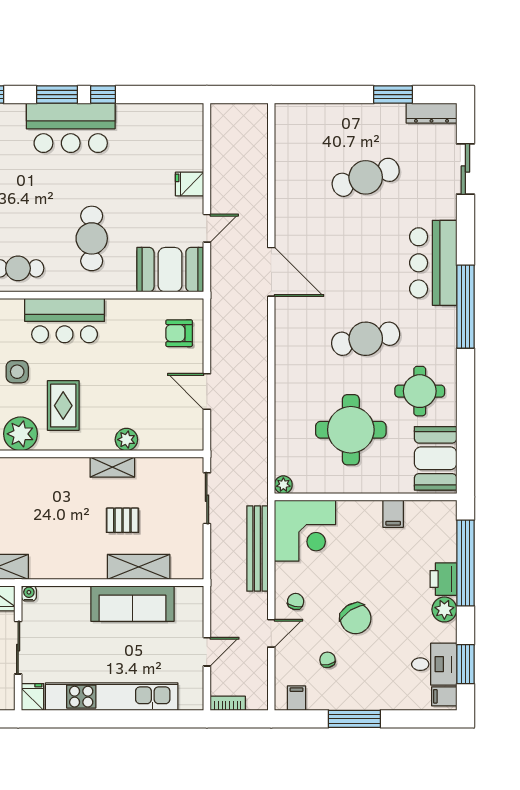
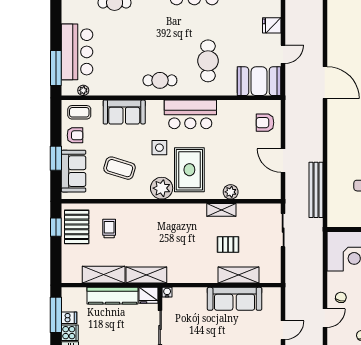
rug: (63, 406) -> (189, 170), width x1.36, depth x1.43
plant: (283, 485) -> (333, 221), removed
bench: (257, 549) -> (316, 190), moved

